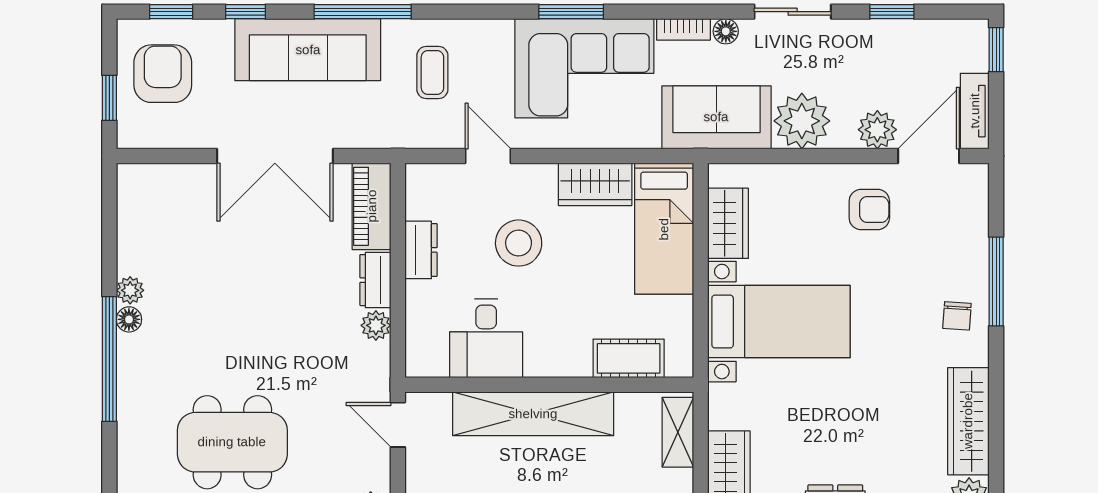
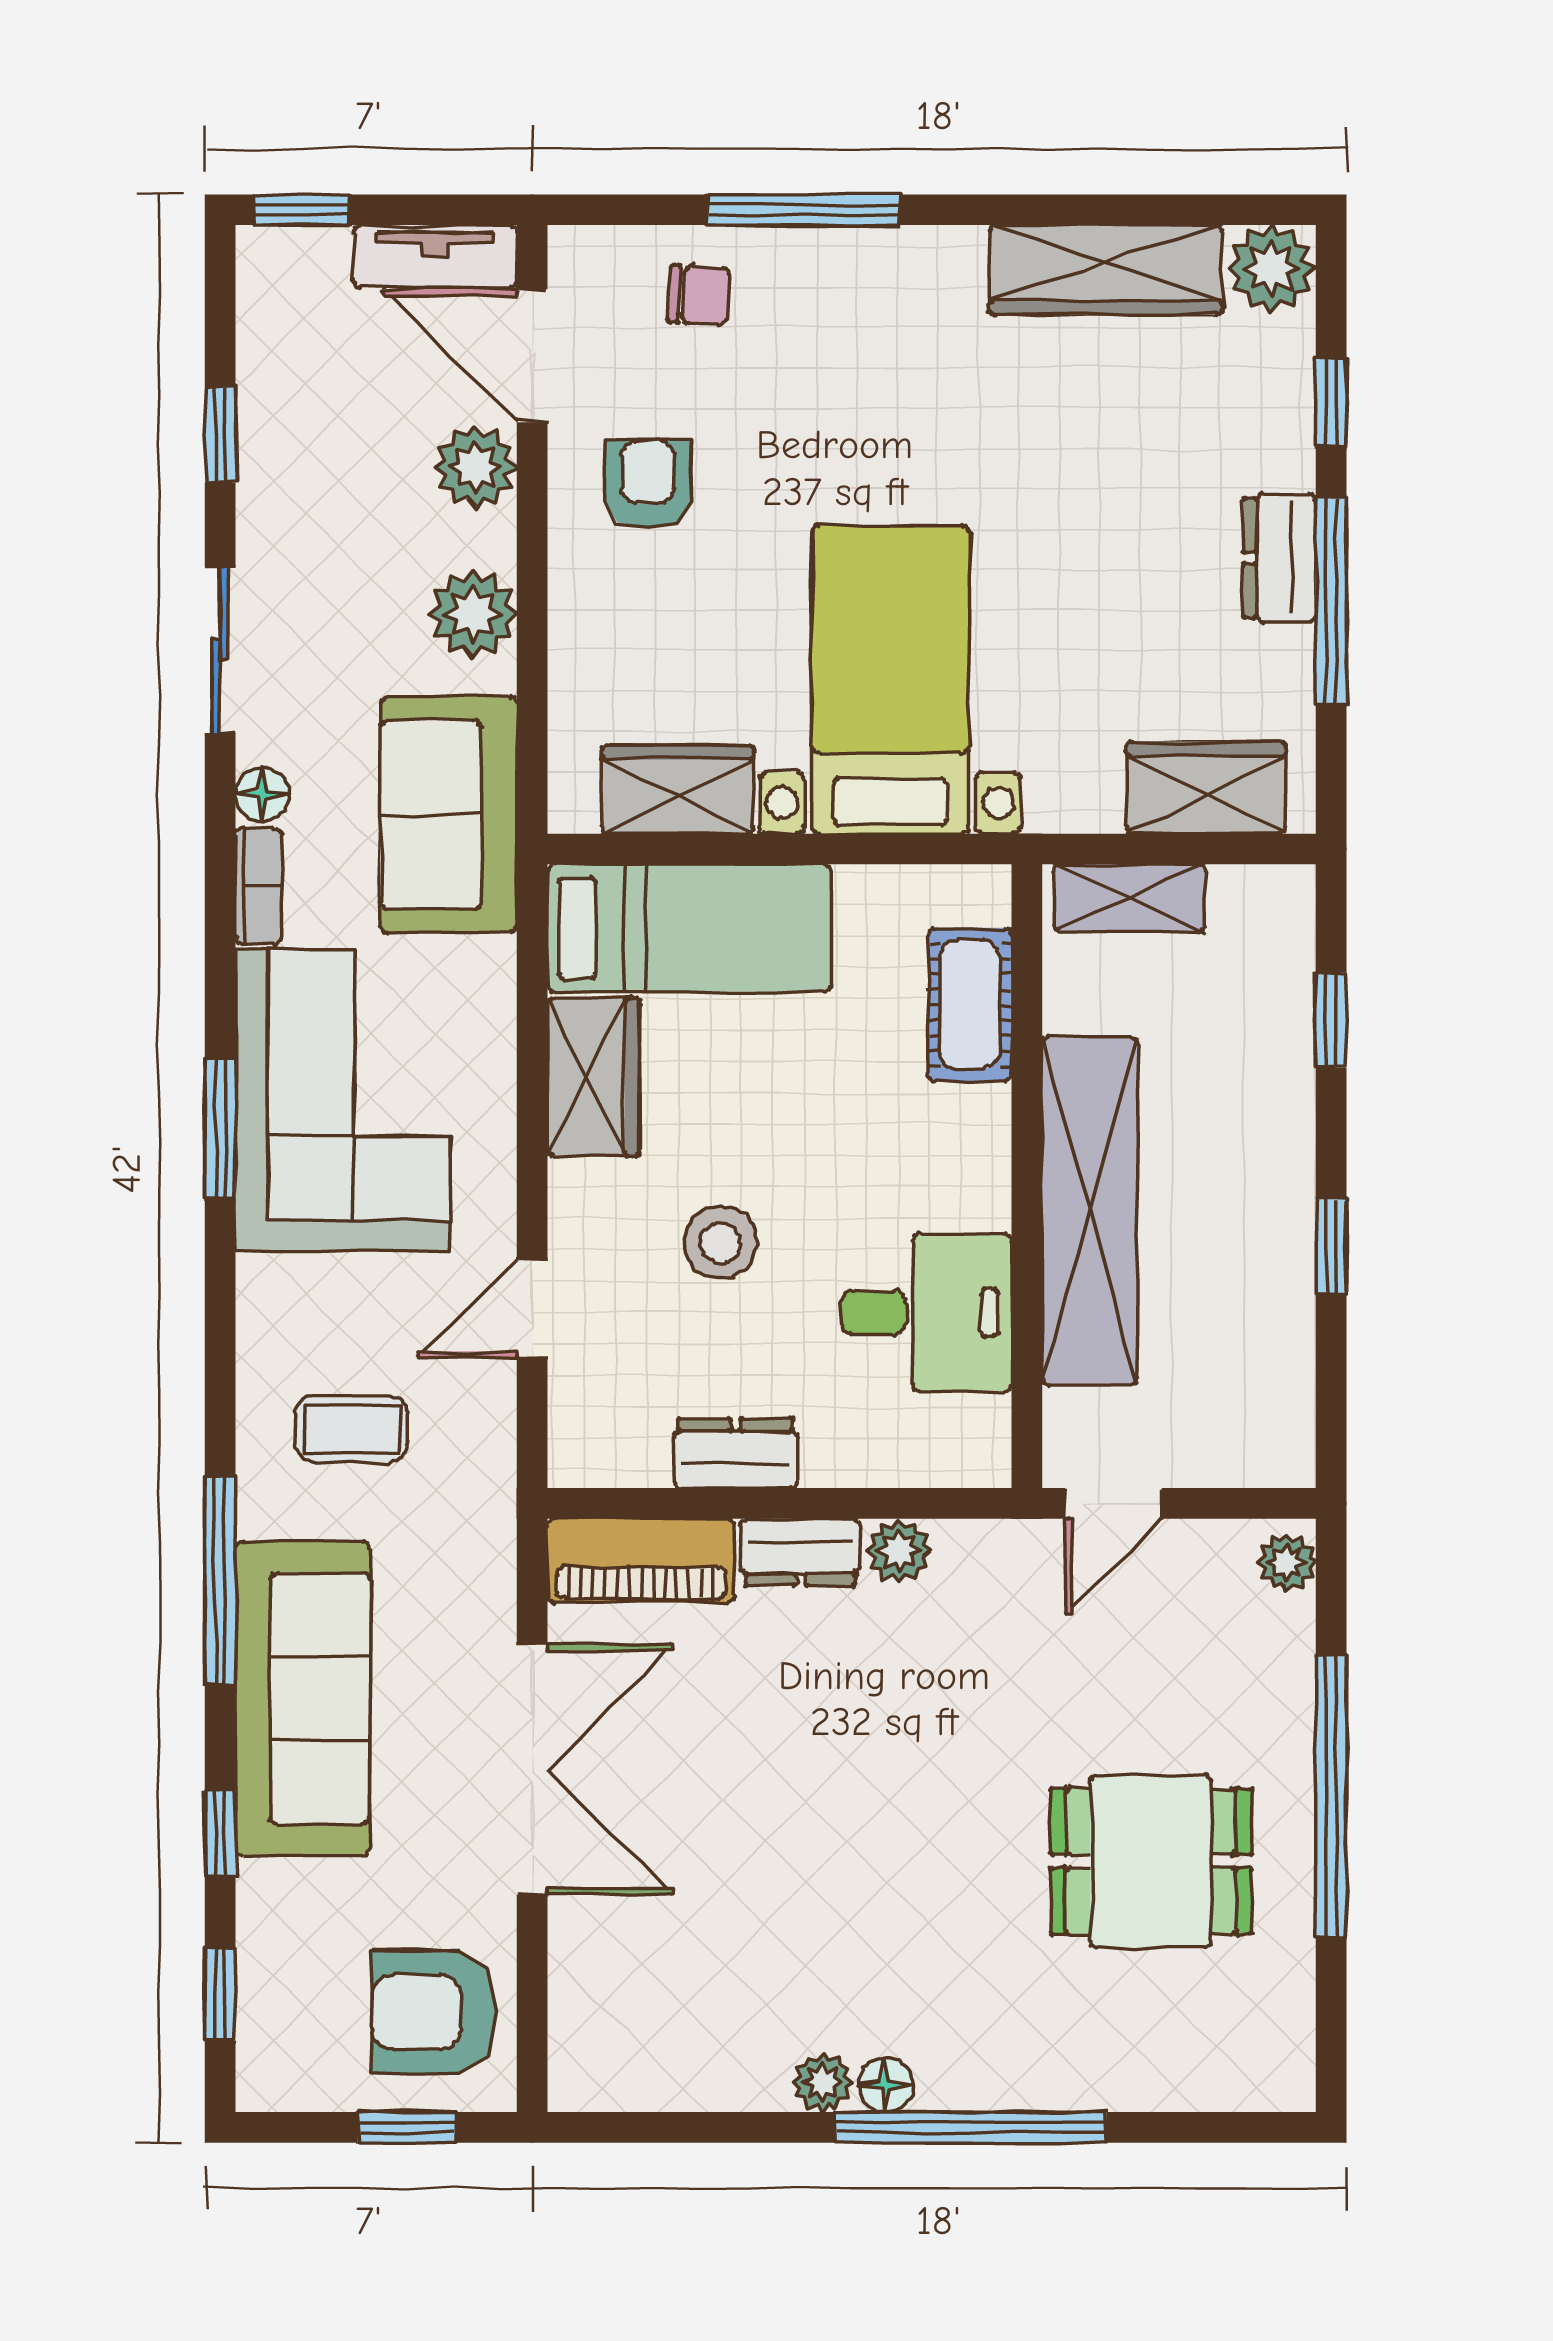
armchair: (163, 74) -> (434, 2012), moved
plant: (802, 121) -> (473, 614), width x0.73, depth x0.73
stool: (519, 243) -> (720, 1243), width x0.73, depth x0.73
chair: (957, 316) -> (699, 295), moved
dining table: (232, 442) -> (1151, 1861), width x0.73

